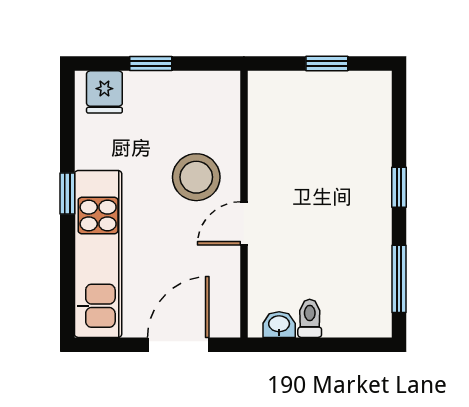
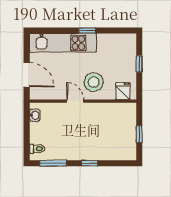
fridge: (104, 92) -> (123, 91), moved, turned 90
toilet: (310, 318) -> (37, 149), moved

